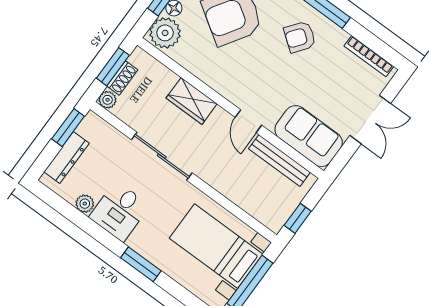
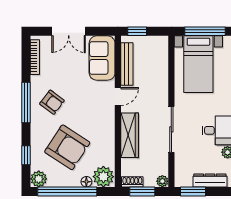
shoe rack: (122, 78) -> (132, 182), moved
wardrobe: (192, 101) -> (130, 135), width x1.50
double door: (370, 119) -> (69, 31), swing flipped
window: (298, 218) -> (137, 31), moved

